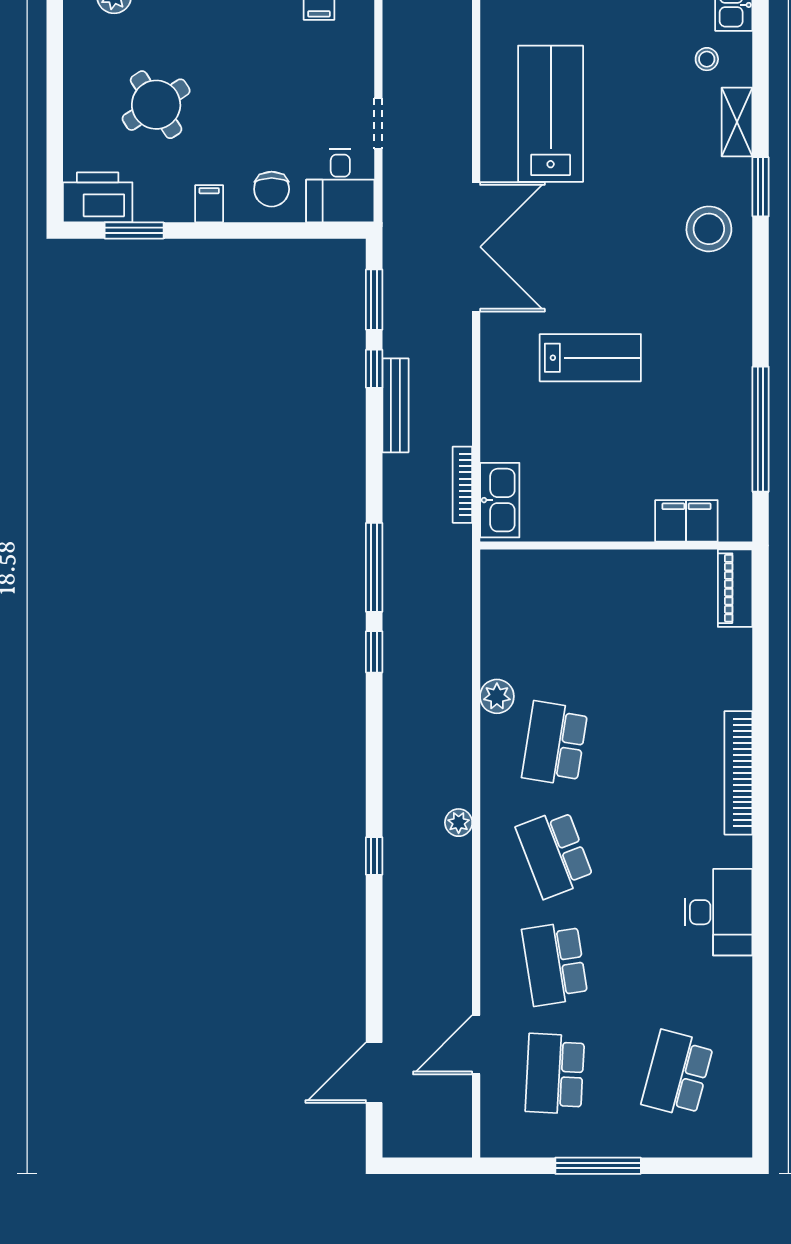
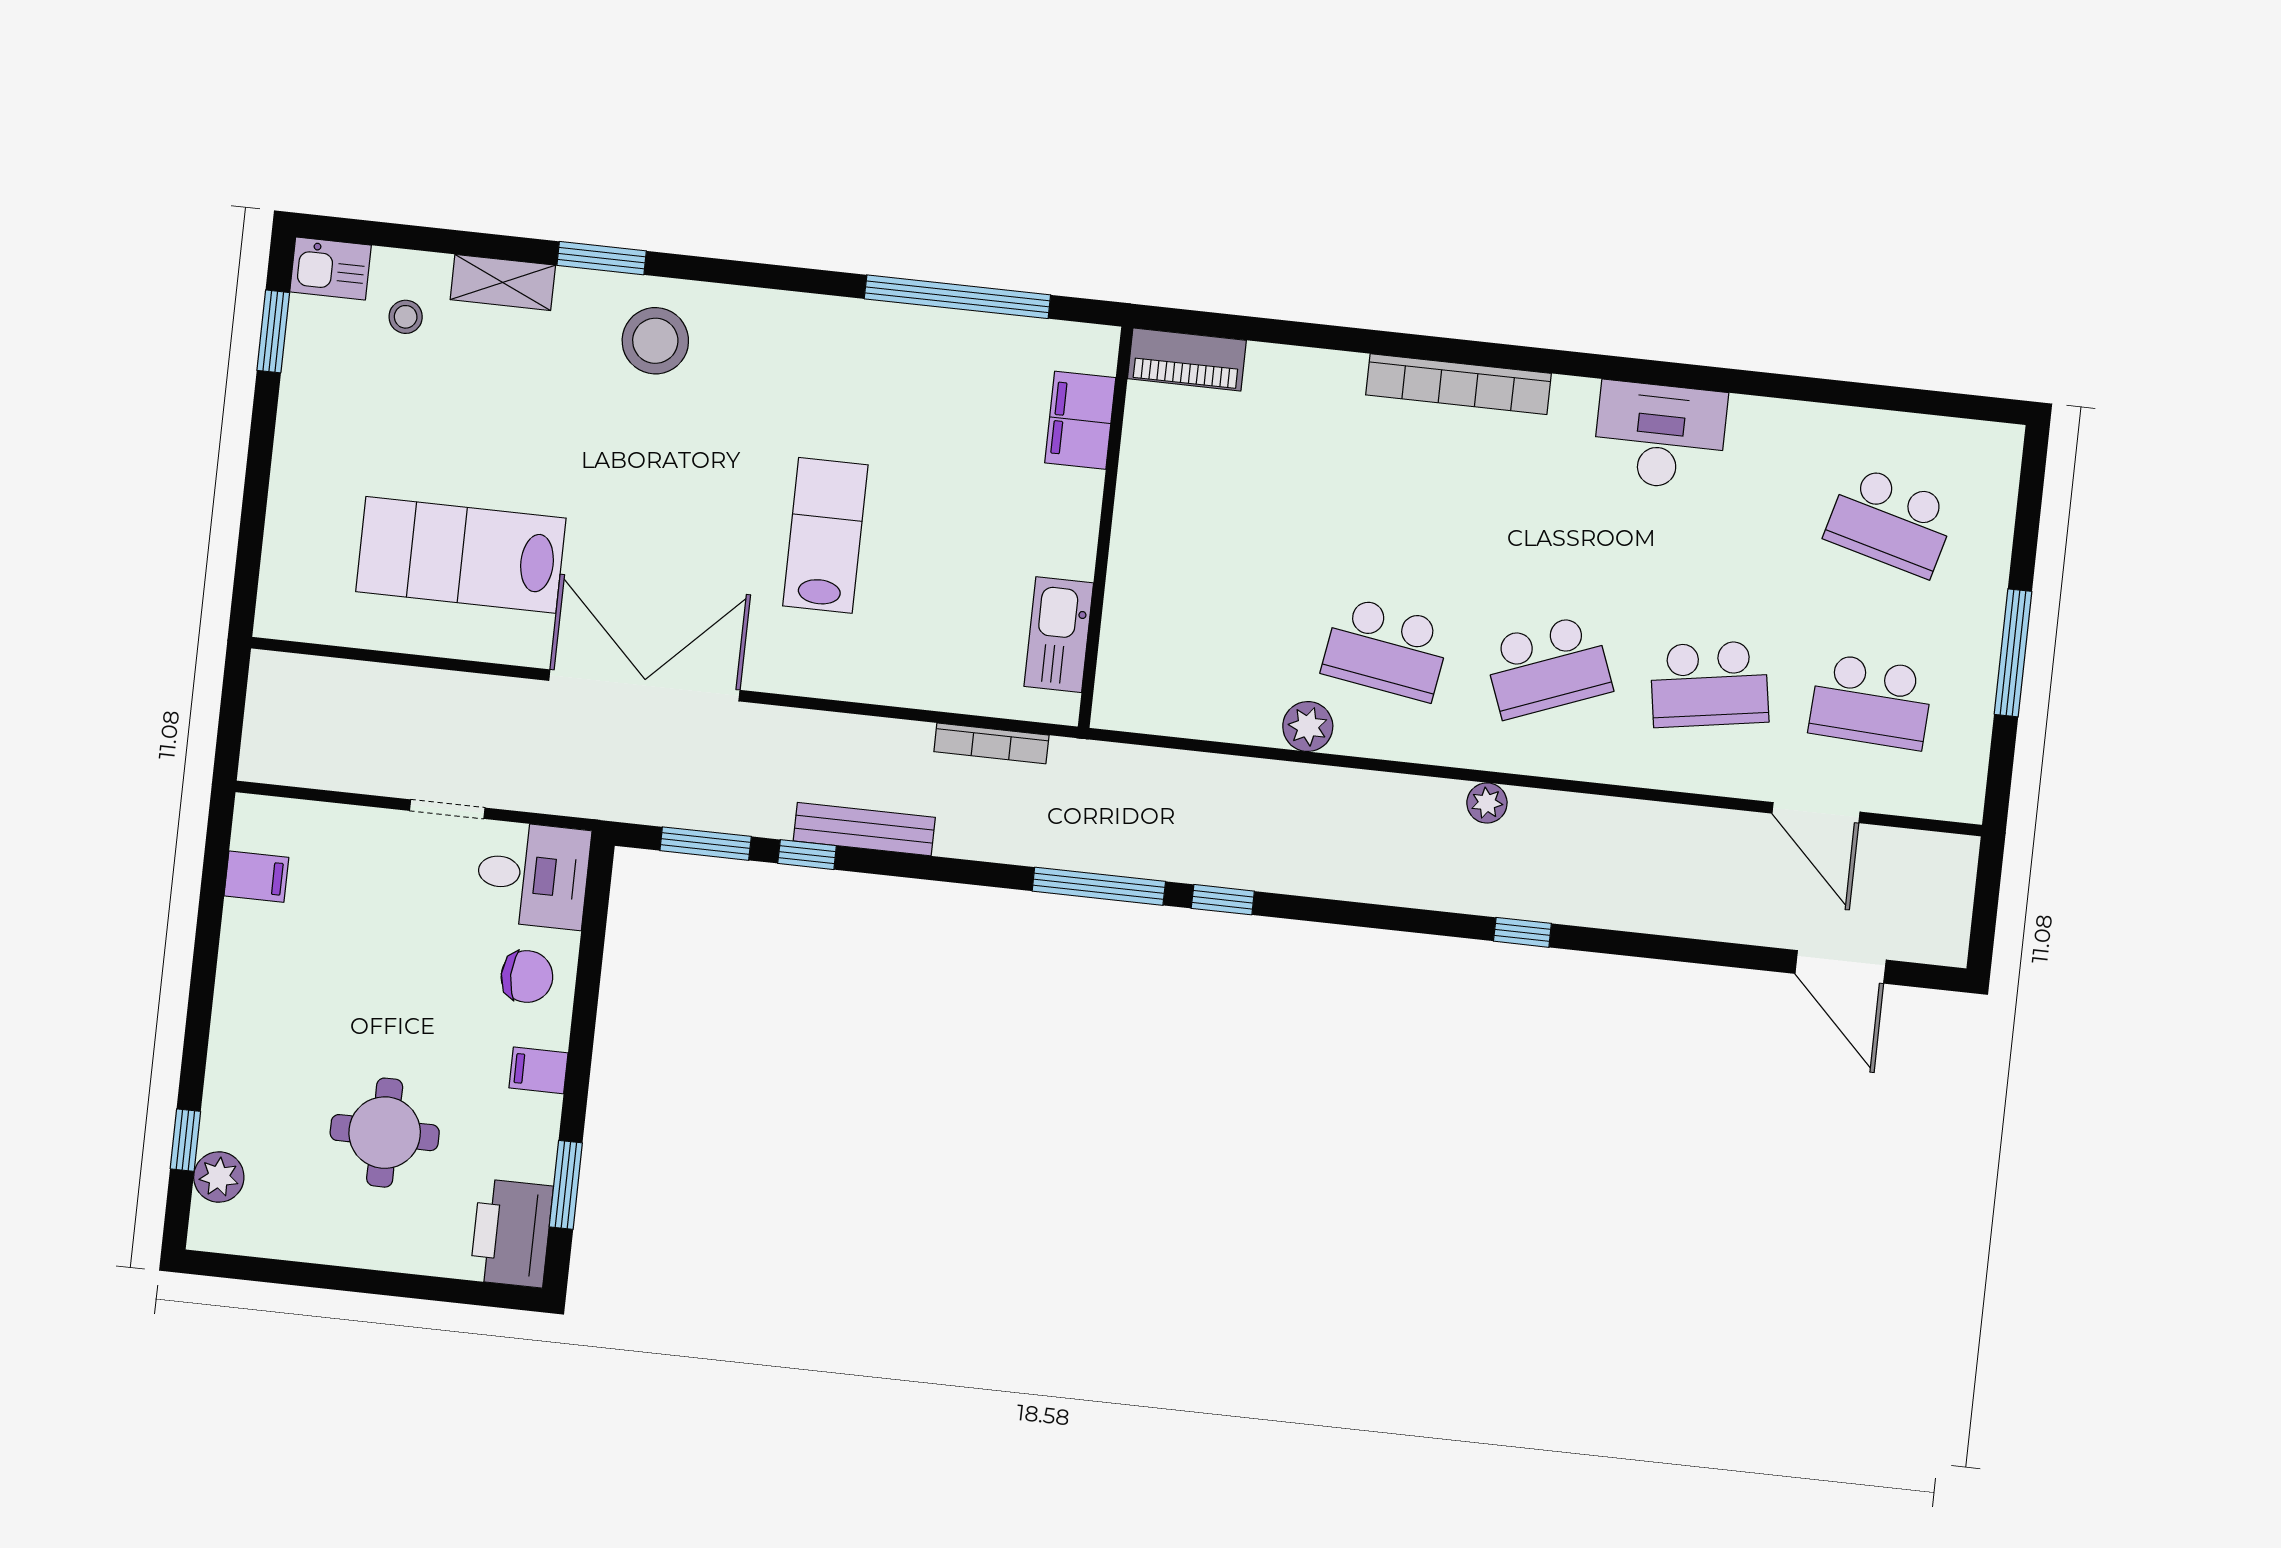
round table: (156, 105) -> (385, 1133), turned 33
kitchen sink: (500, 500) -> (1059, 635), moved, turned -90

